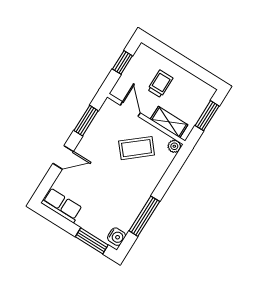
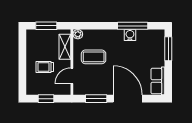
coffee table: (137, 148) -> (94, 57), turned -50
door: (63, 157) -> (128, 99), width x1.88
water cooler: (117, 237) -> (130, 35), moved

